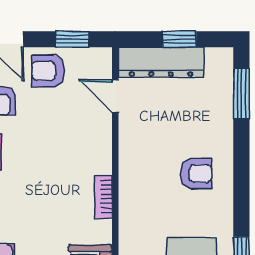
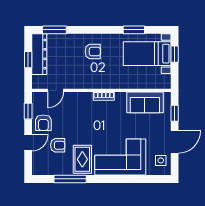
dresser: (161, 62) -> (39, 54), moved
armchair: (196, 174) -> (93, 51), turned 90

